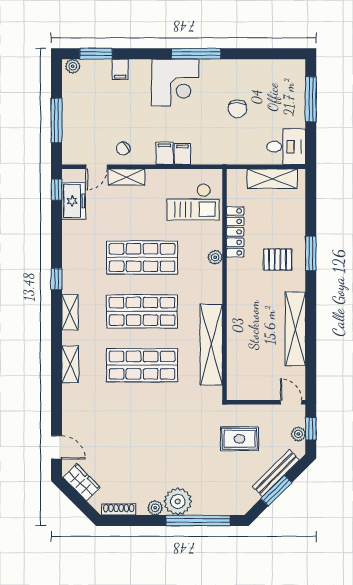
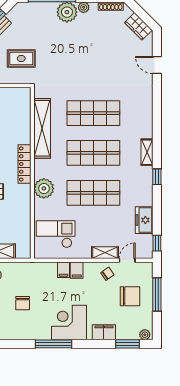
filing cabinet: (120, 69) -> (104, 332), width x2.00
chair: (237, 109) -> (23, 303), turned 180
chair: (93, 118) -> (130, 296), added
freezer: (74, 201) -> (144, 220), moved
locker: (235, 232) -> (24, 164), moved
plant: (215, 257) -> (44, 188), width x1.88, depth x1.88
shelving: (70, 364) -> (147, 114), removed
door: (57, 447) -> (157, 65), moved

